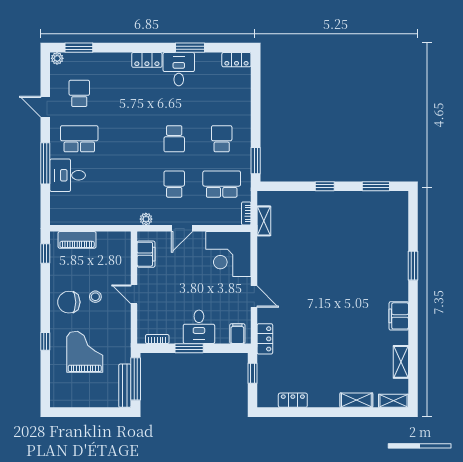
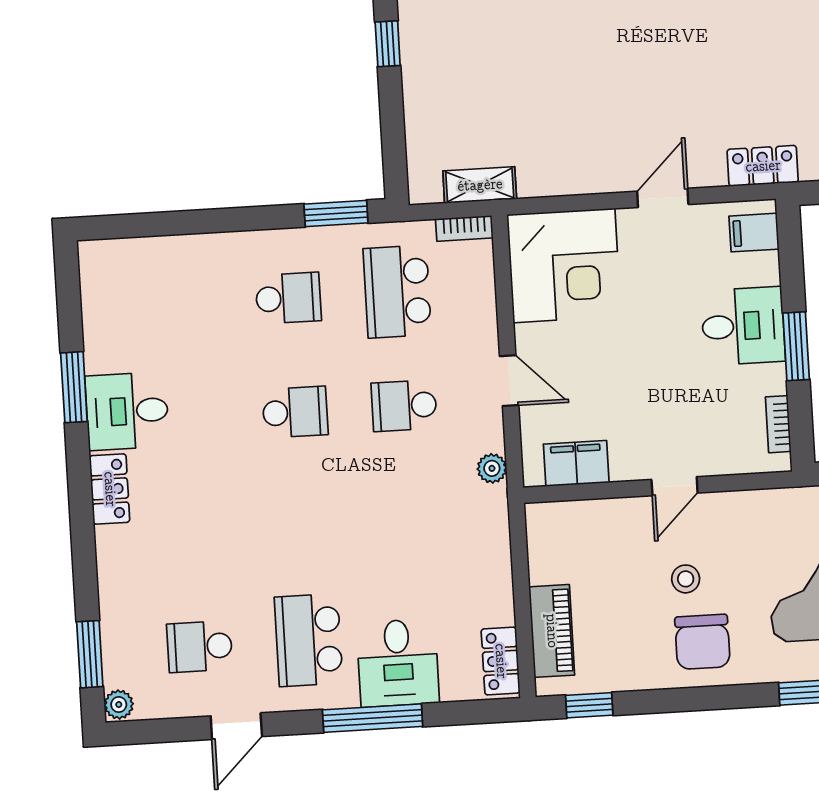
locker: (236, 60) -> (501, 661), moved, turned 180
school desk: (222, 139) -> (288, 298), turned 180

